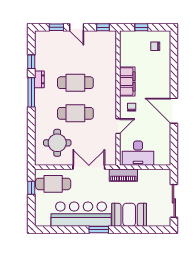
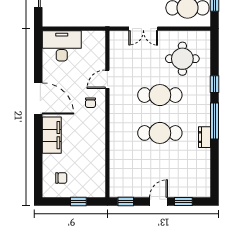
door: (77, 27) -> (159, 201), hinge flipped
window: (31, 62) -> (215, 84), moved
filing cabinet: (127, 81) -> (52, 135), moved, turned 180
desk: (138, 153) -> (62, 46), moved
double door: (89, 167) -> (143, 29), width x0.73
piano: (123, 175) -> (101, 19), removed

